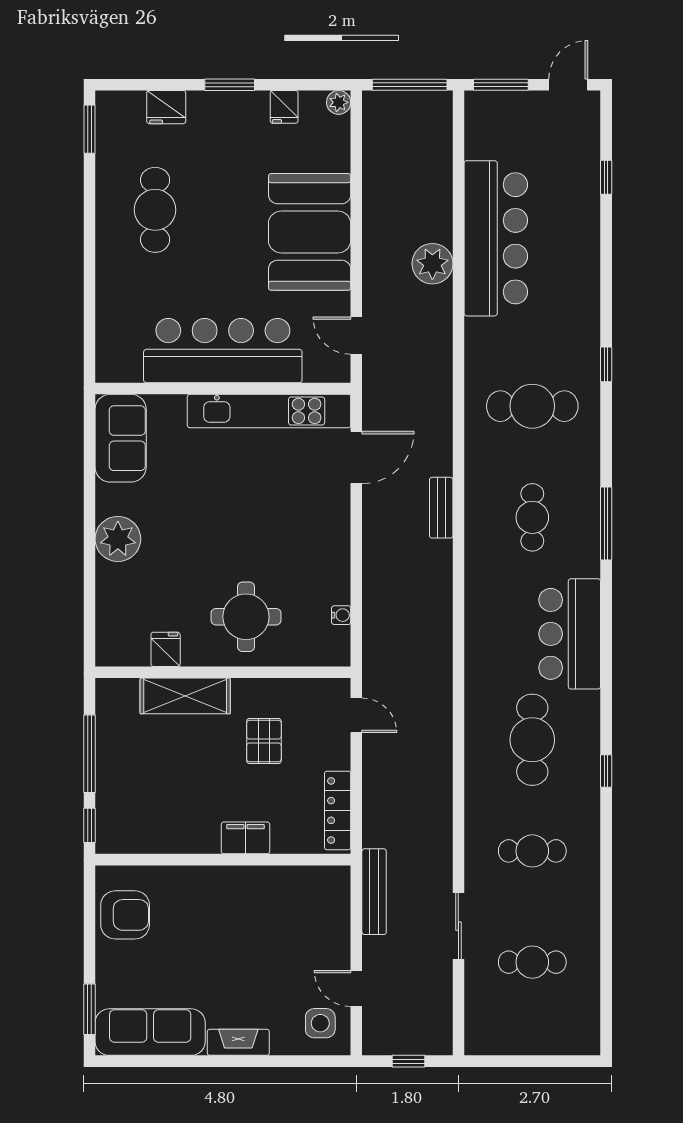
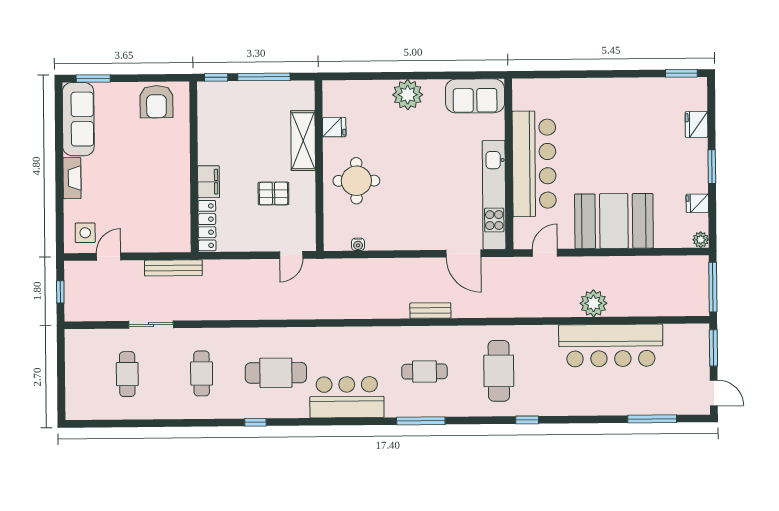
window: (606, 177) -> (652, 419), width x2.17
cafe table: (155, 210) -> (628, 118), removed
locker: (338, 810) -> (207, 226), moved, turned 90

